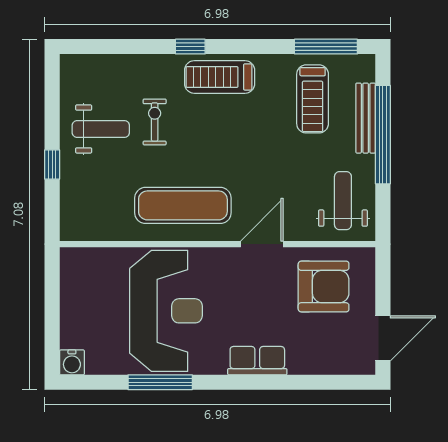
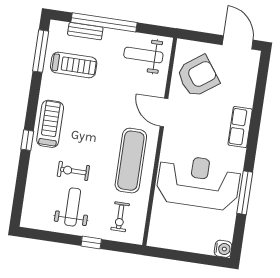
treadmill: (220, 77) -> (50, 124), turned 180
bench: (366, 118) -> (85, 31), width x0.73
exercise bike: (97, 202) -> (120, 217), added
armchair: (324, 287) -> (198, 76), turned 54

